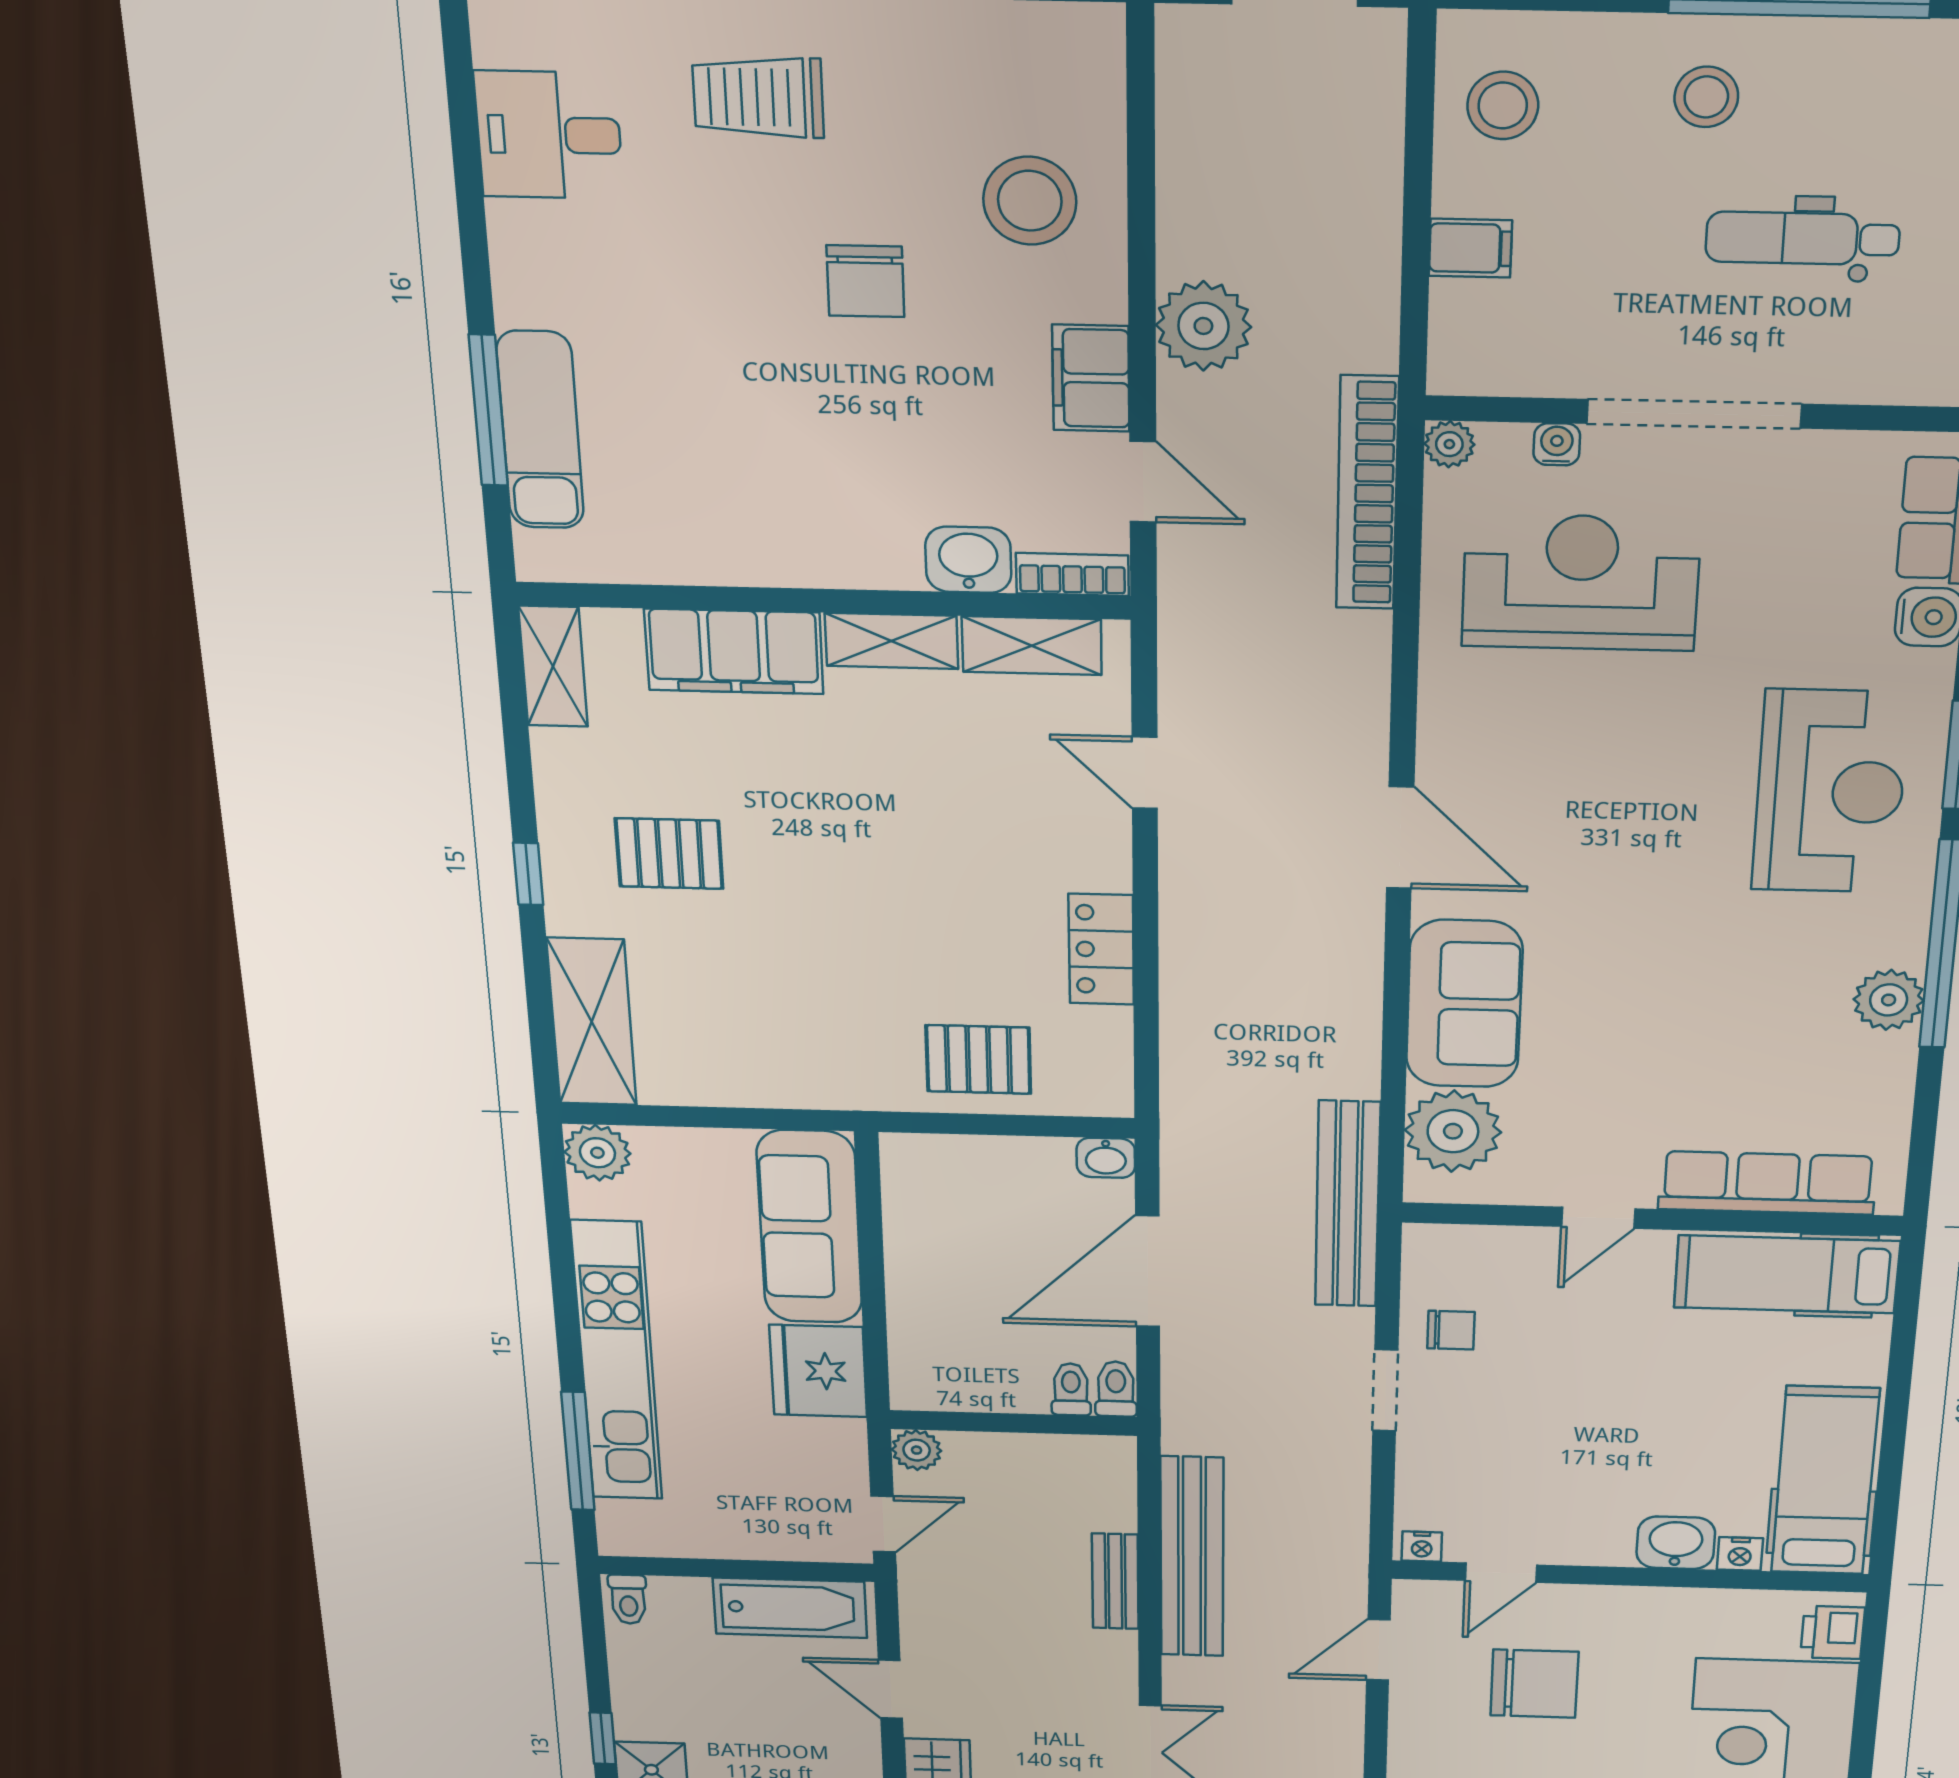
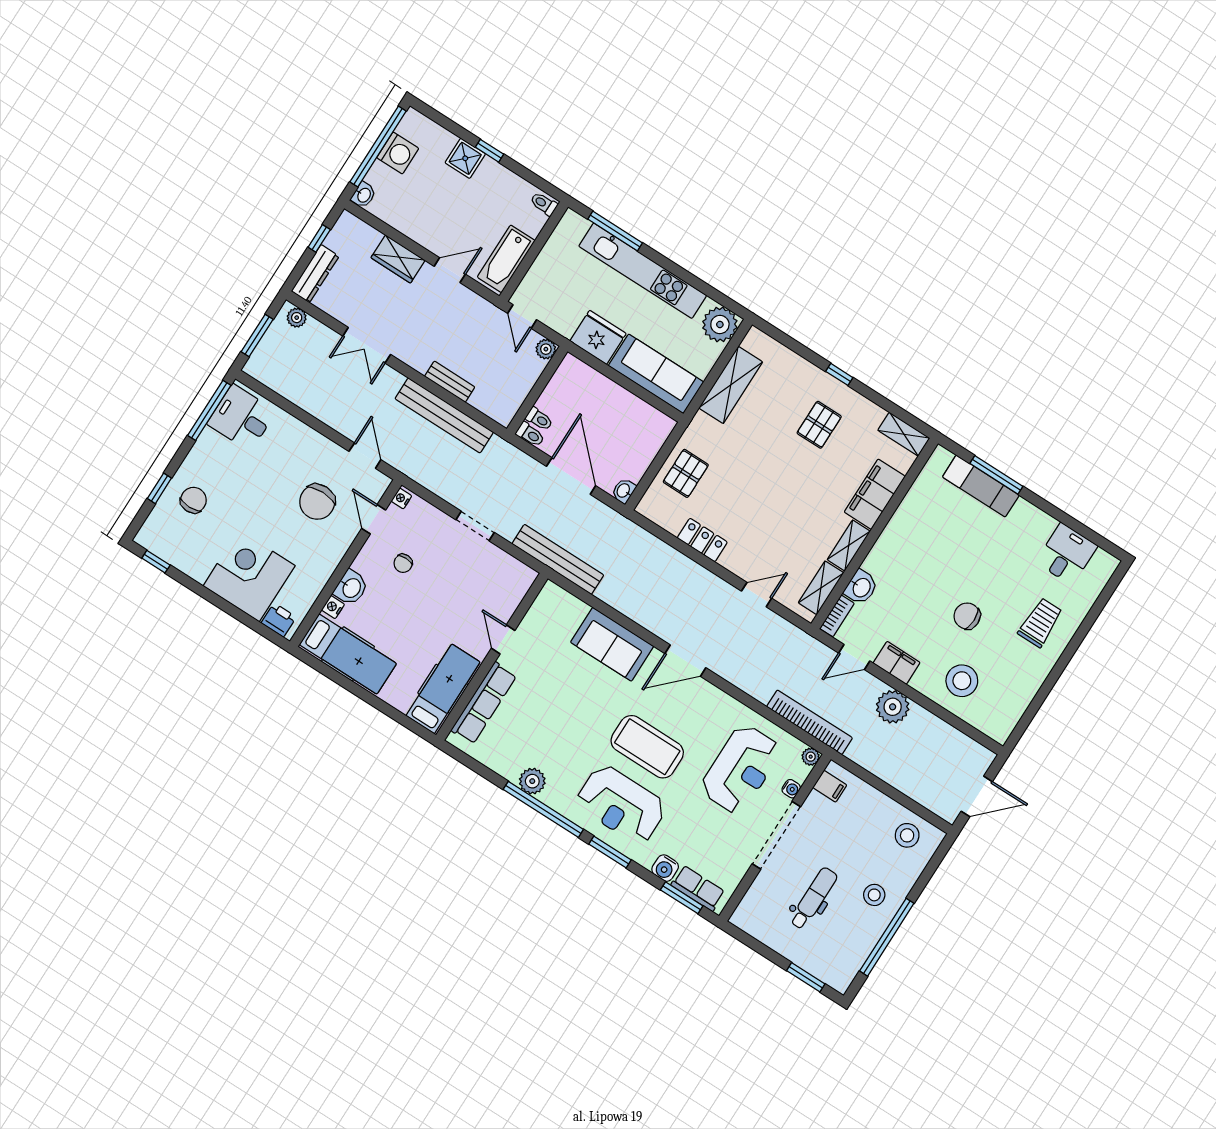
filing cabinet: (1470, 248) -> (830, 786), moved, turned -90
coffee table: (1656, 810) -> (647, 747), added
shelving: (592, 1022) -> (731, 385), moved, turned 90
plant: (1453, 1131) -> (566, 612), removed
plant: (597, 1153) -> (720, 324), width x1.36, depth x1.36
chair: (1451, 1330) -> (403, 563), moved

